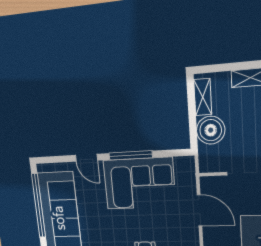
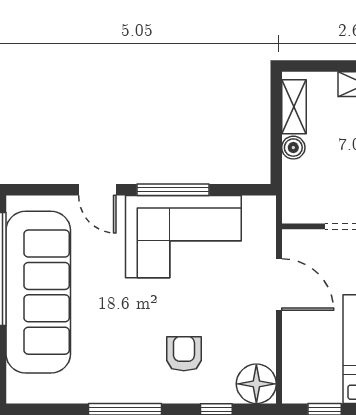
boiler: (211, 130) -> (293, 148), width x0.54, depth x0.54

